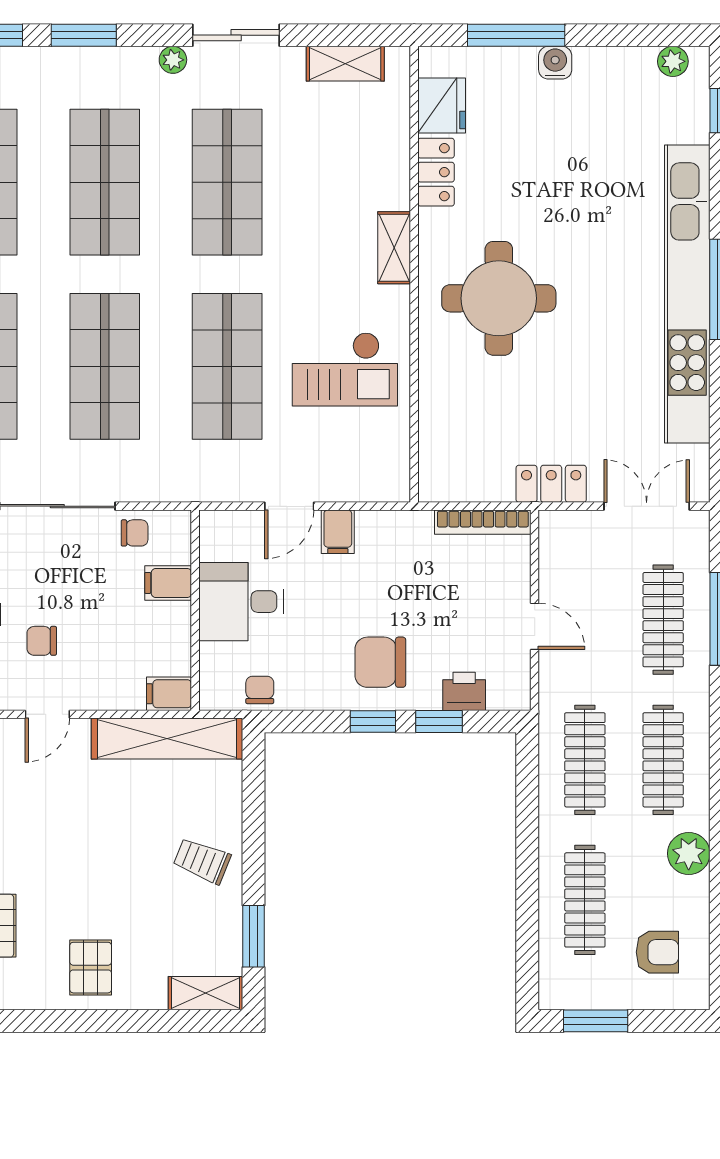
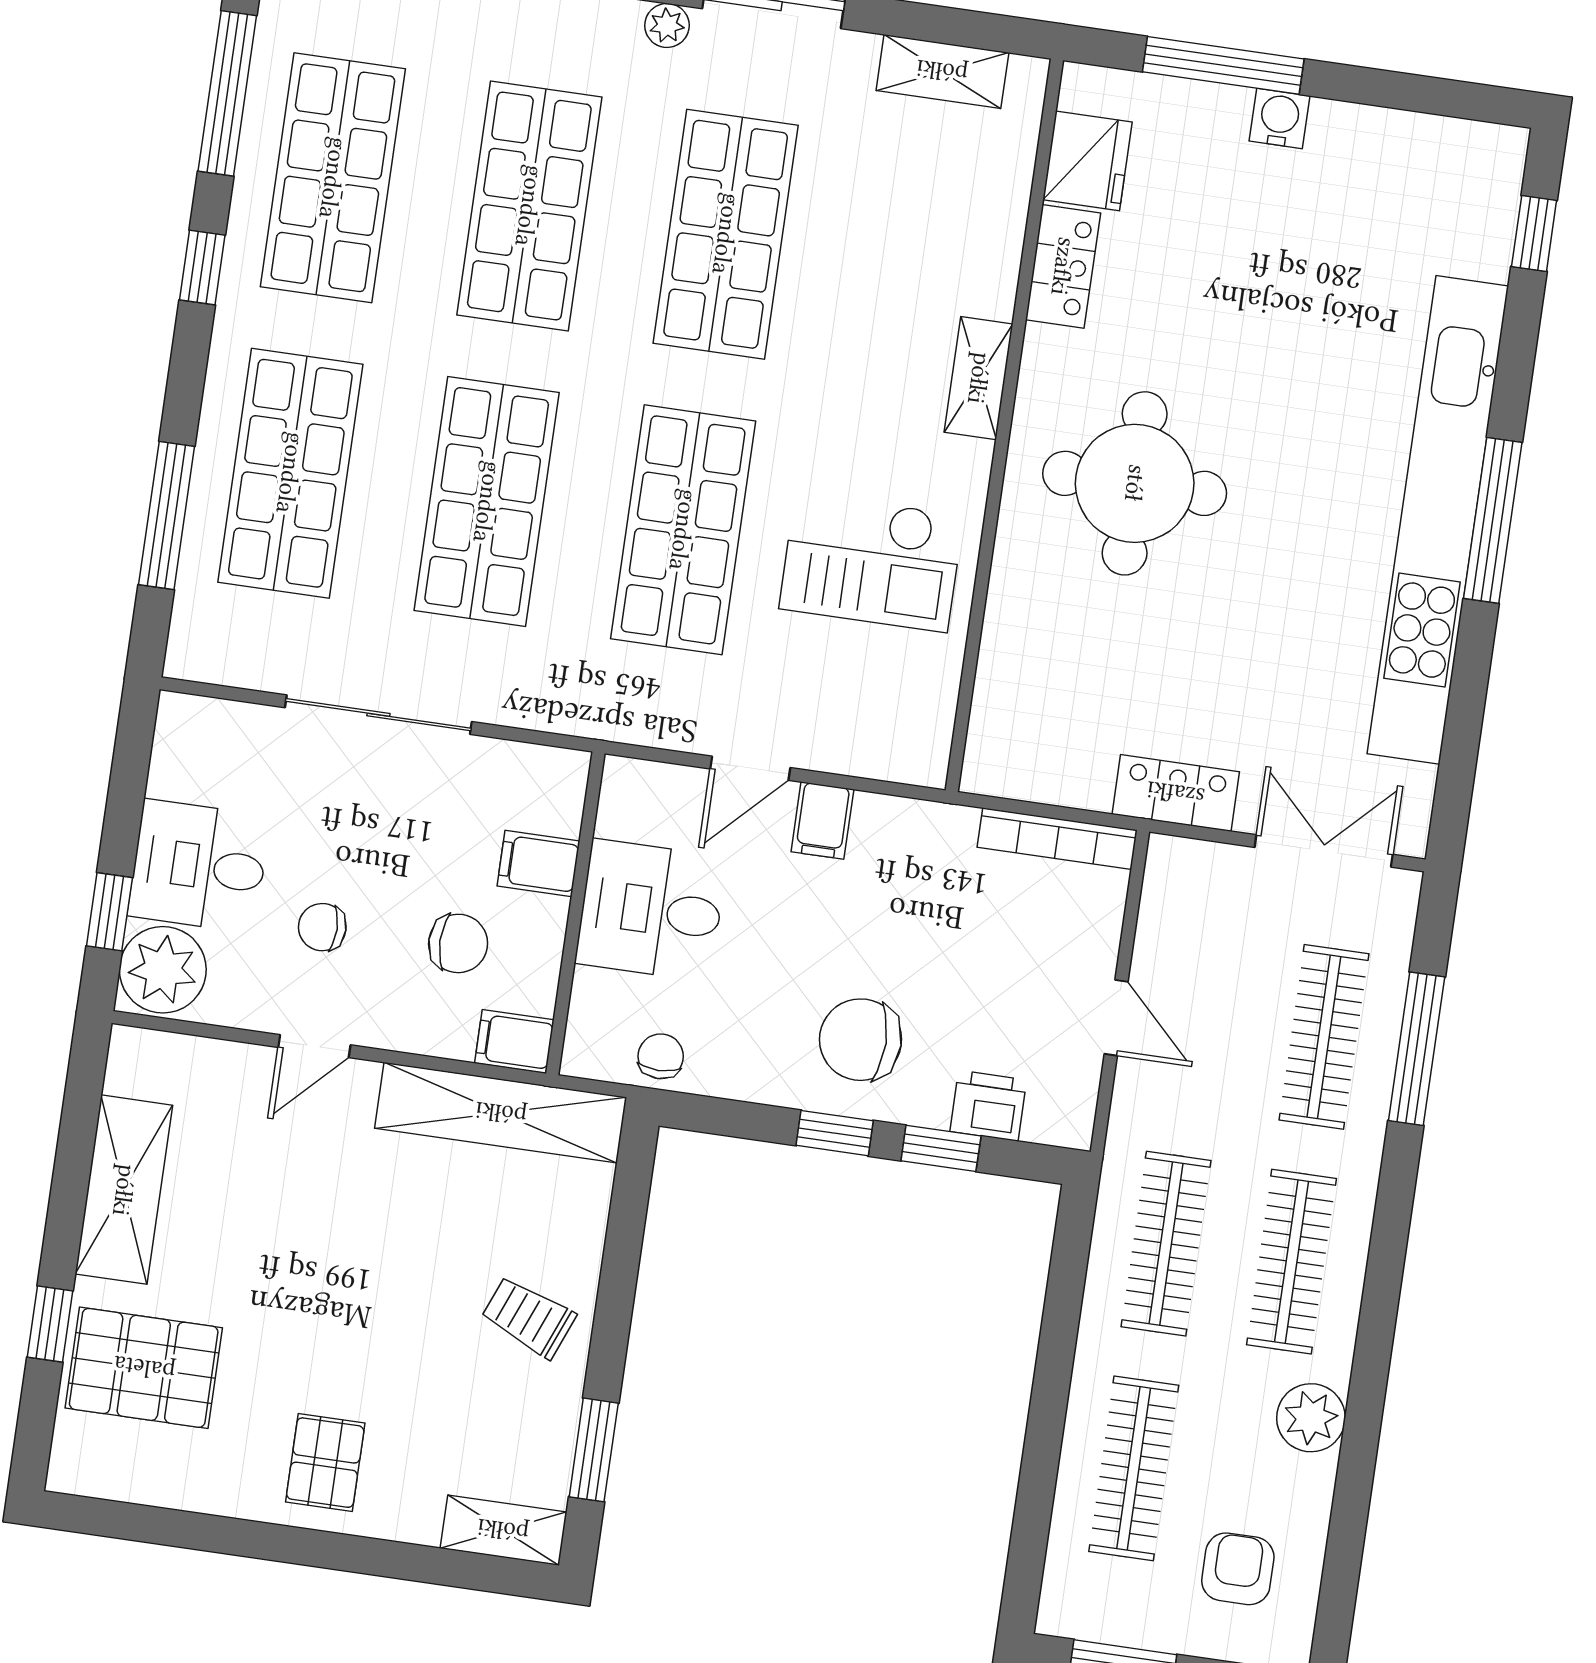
plant: (673, 61) -> (1469, 144), removed
chair: (135, 533) -> (458, 943), moved, width x1.37, depth x1.37
armchair: (657, 952) -> (1238, 1569), turned -90

